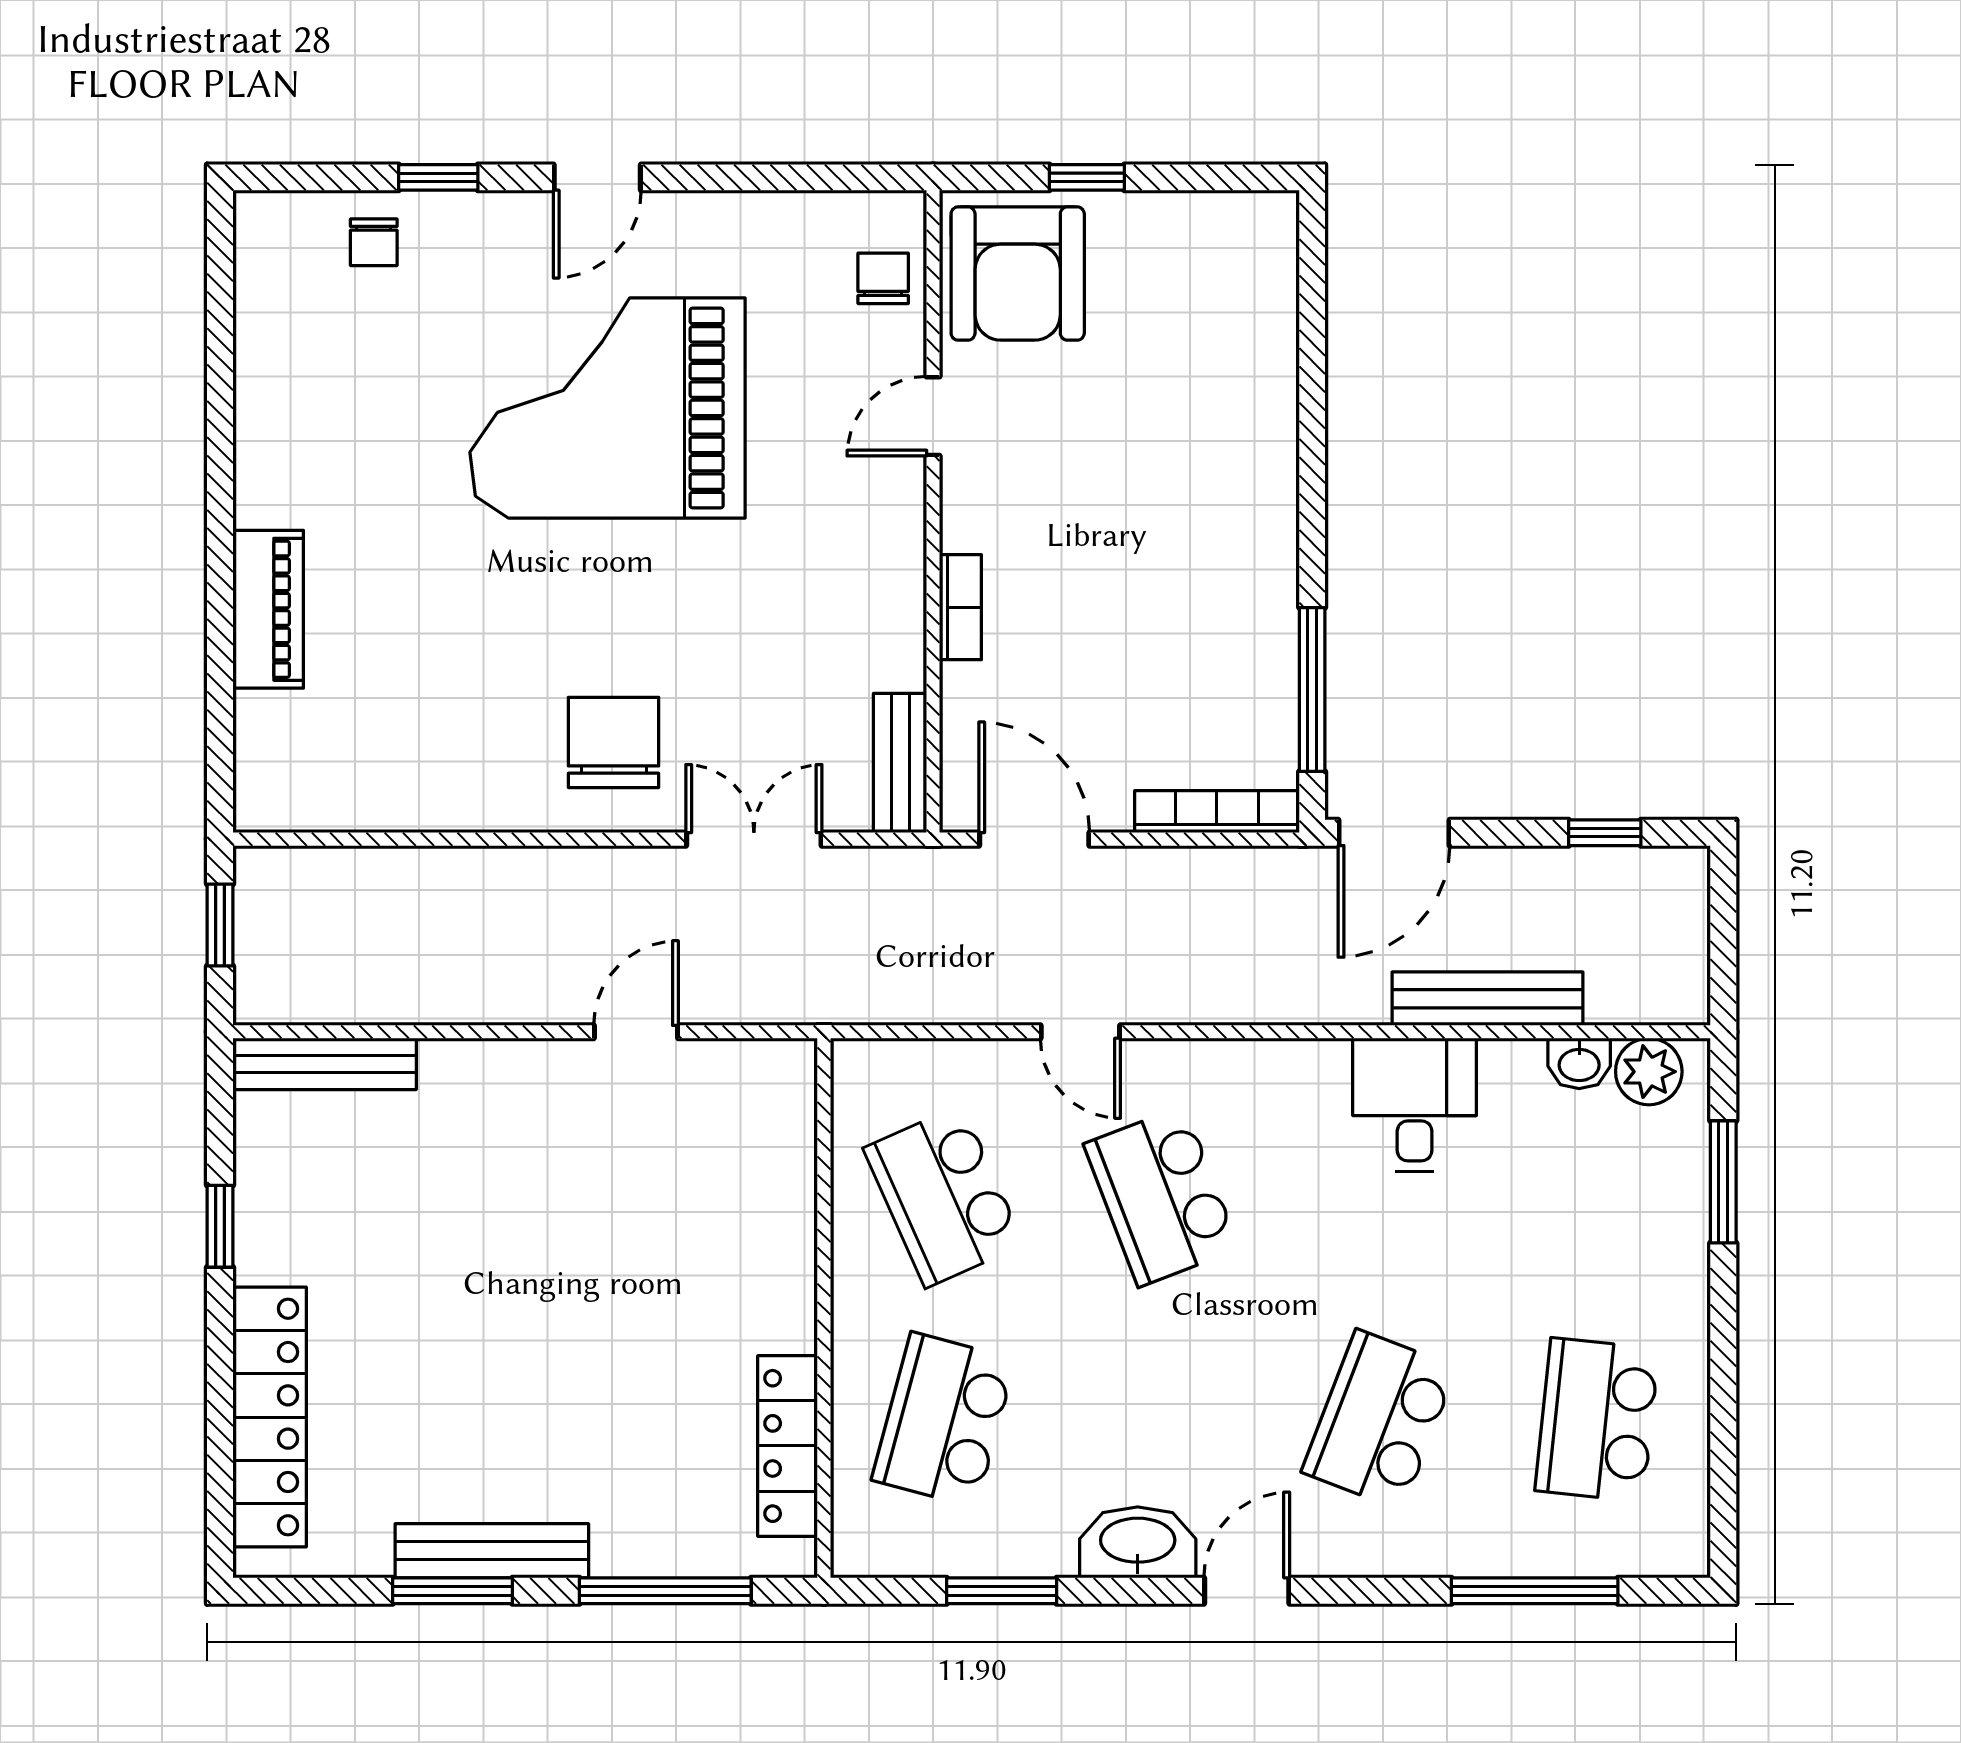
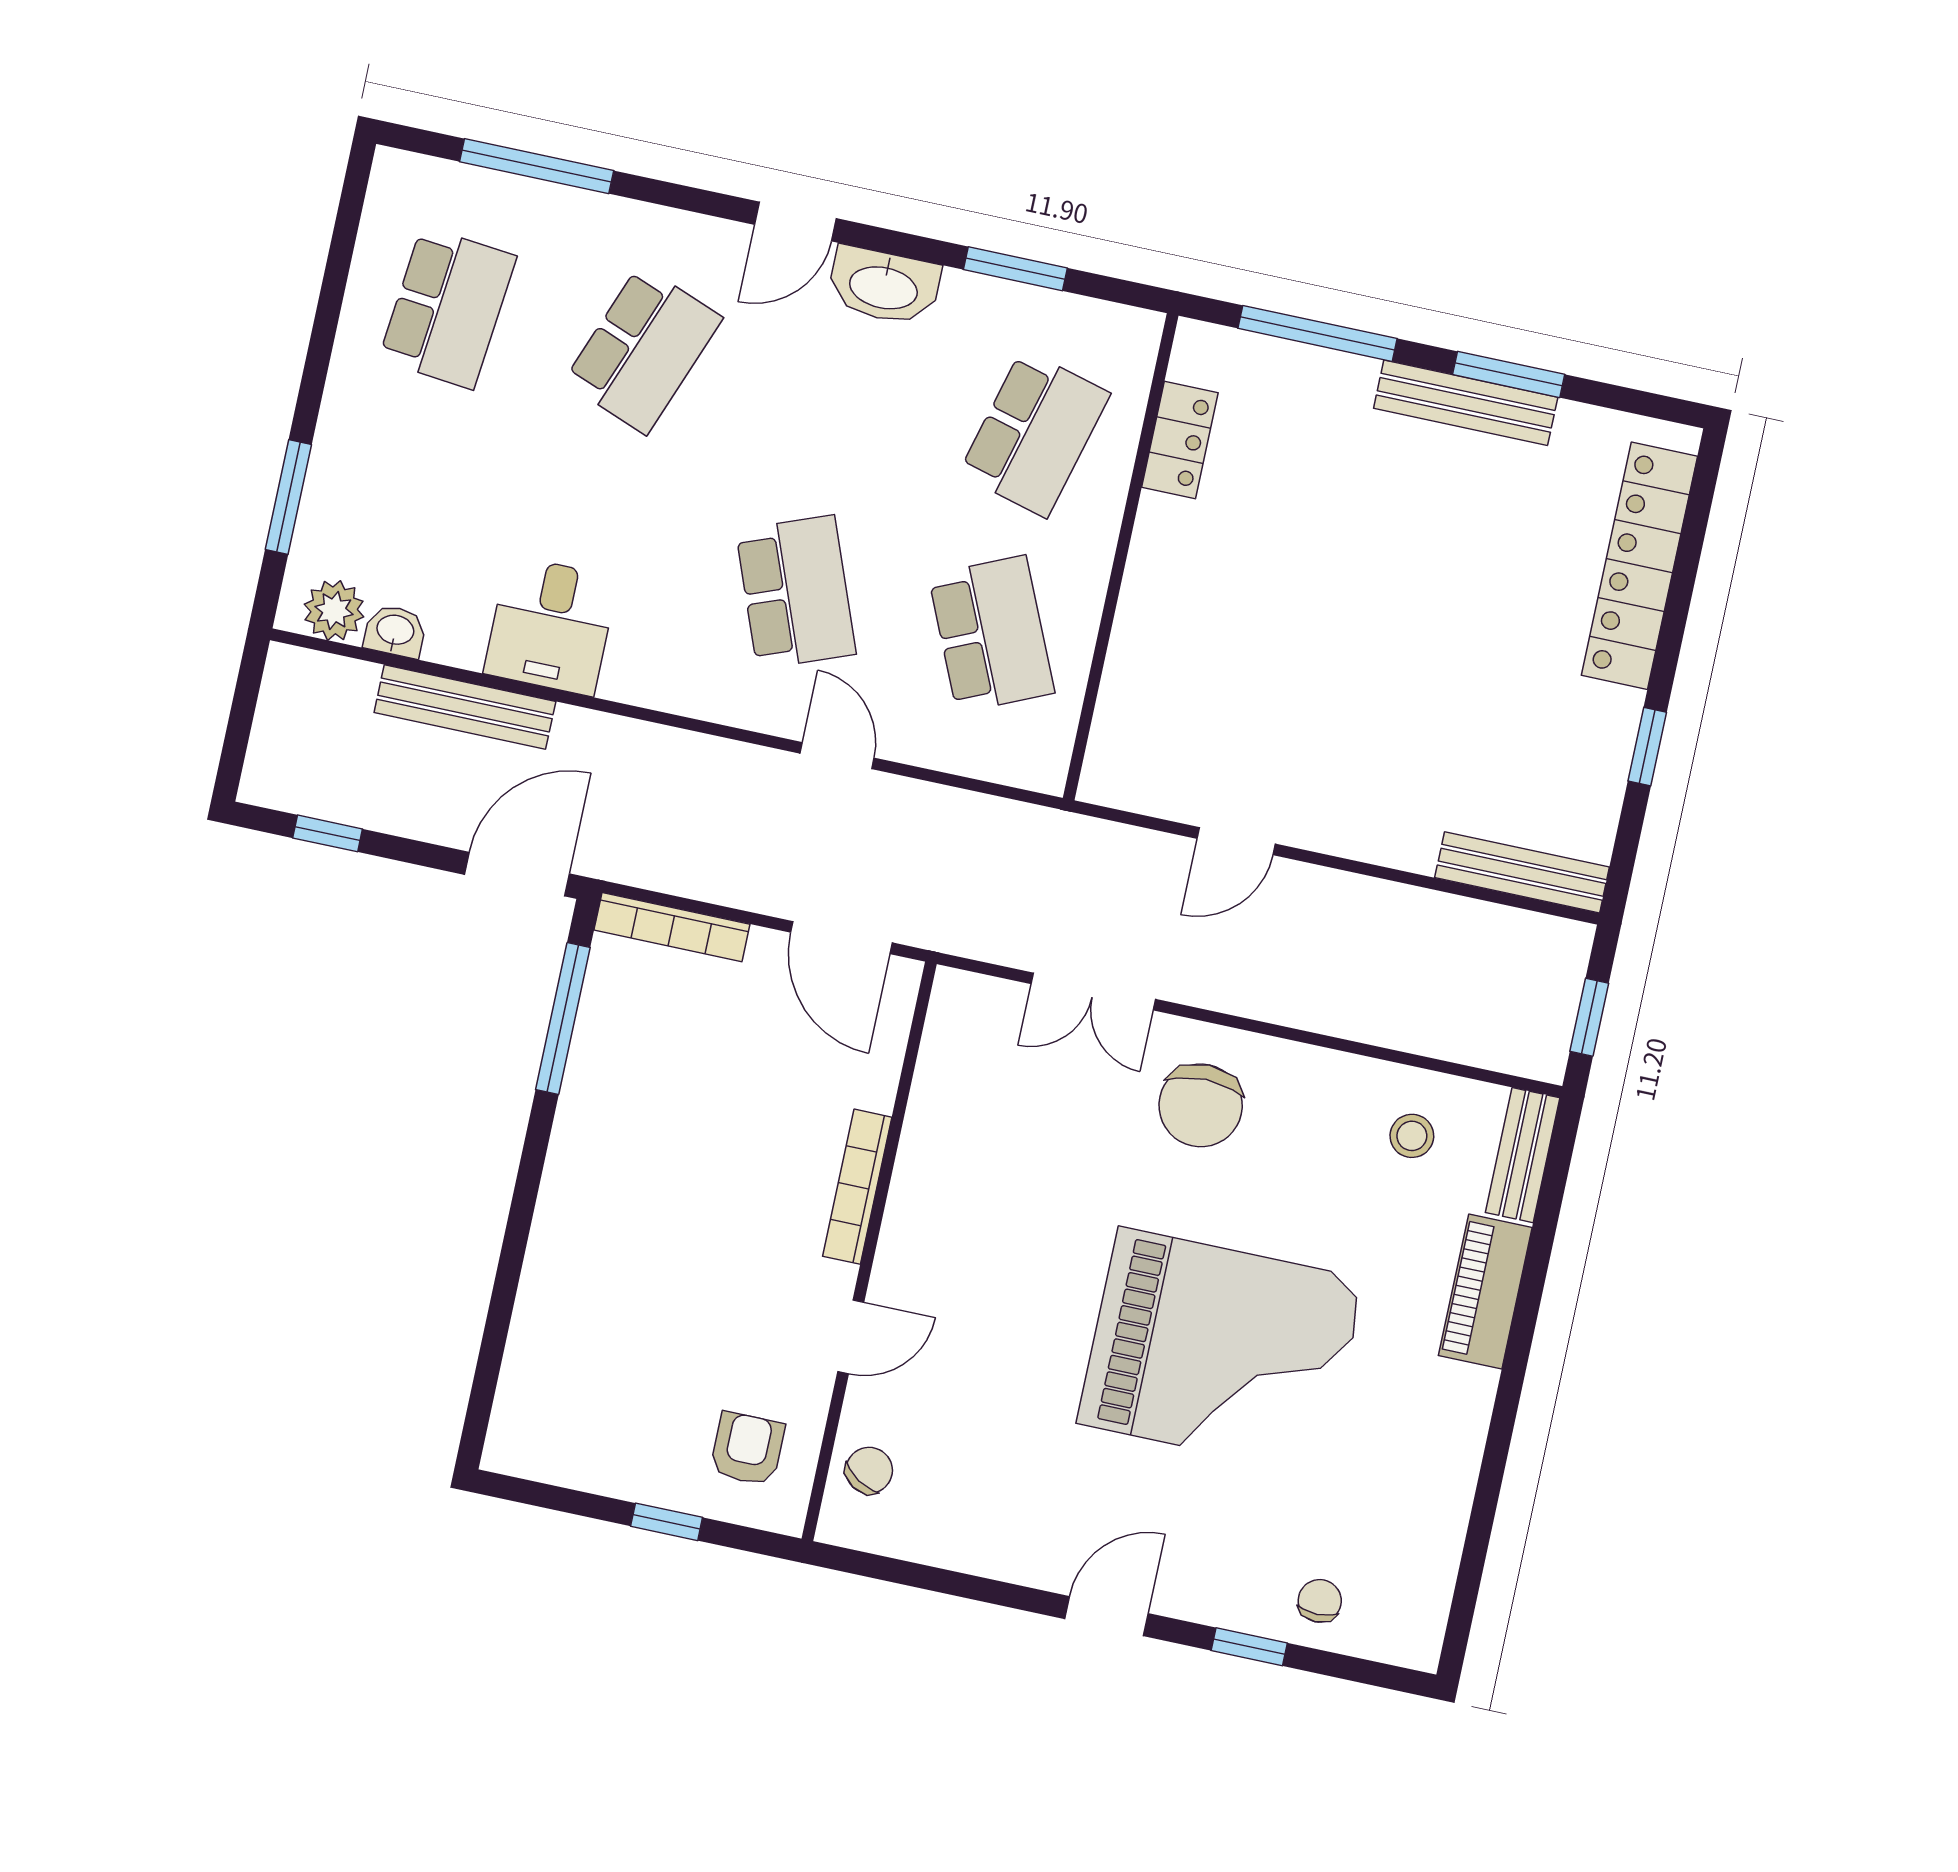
armchair: (1018, 274) -> (747, 1449), width x0.53, depth x0.53
chair: (883, 278) -> (869, 1470), turned -148
grand piano: (608, 408) -> (1221, 1351), moved
bookcase: (960, 607) -> (857, 1187), width x1.56
stool: (382, 758) -> (1412, 1136), added
bench: (900, 763) -> (1523, 1155), moved
locker: (788, 1446) -> (1180, 440), width x0.66

